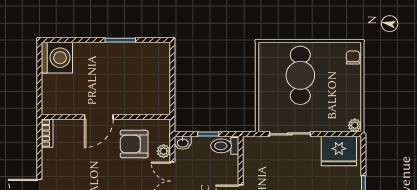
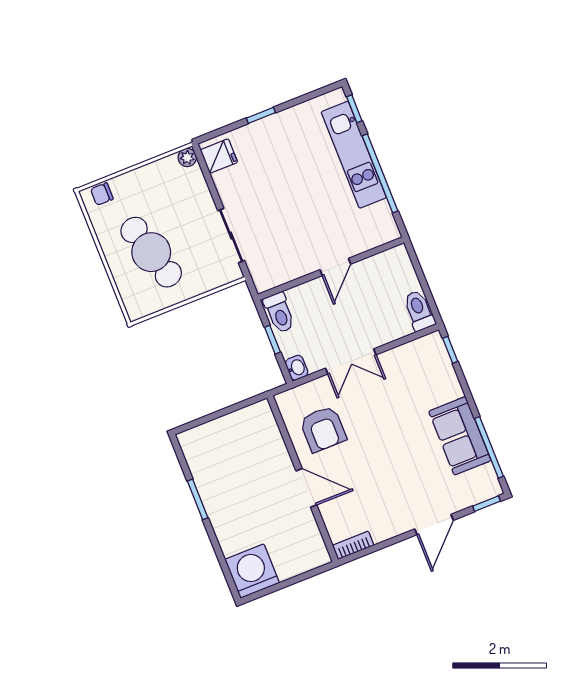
cafe table: (300, 75) -> (151, 252), turned 74
plant: (164, 151) -> (317, 388), removed
fridge: (339, 151) -> (219, 156), width x0.53, depth x0.75

